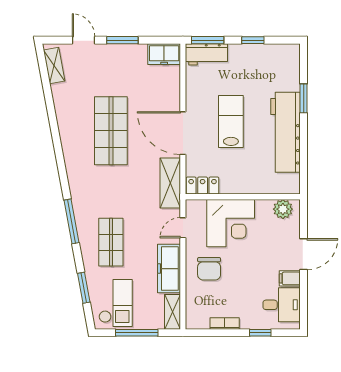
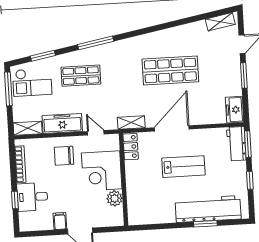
workbench: (285, 132) -> (208, 209), moved
shelving: (170, 183) -> (131, 123), width x0.67, depth x0.75
plant: (283, 209) -> (115, 198), moved
desk: (282, 305) -> (32, 197), moved, turned 90
bookcase: (225, 324) -> (20, 164), width x1.56
window: (137, 333) -> (8, 89), moved

